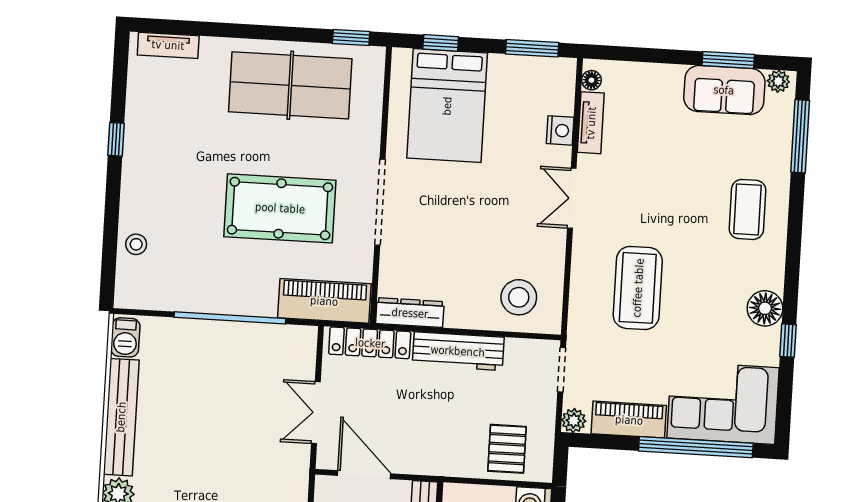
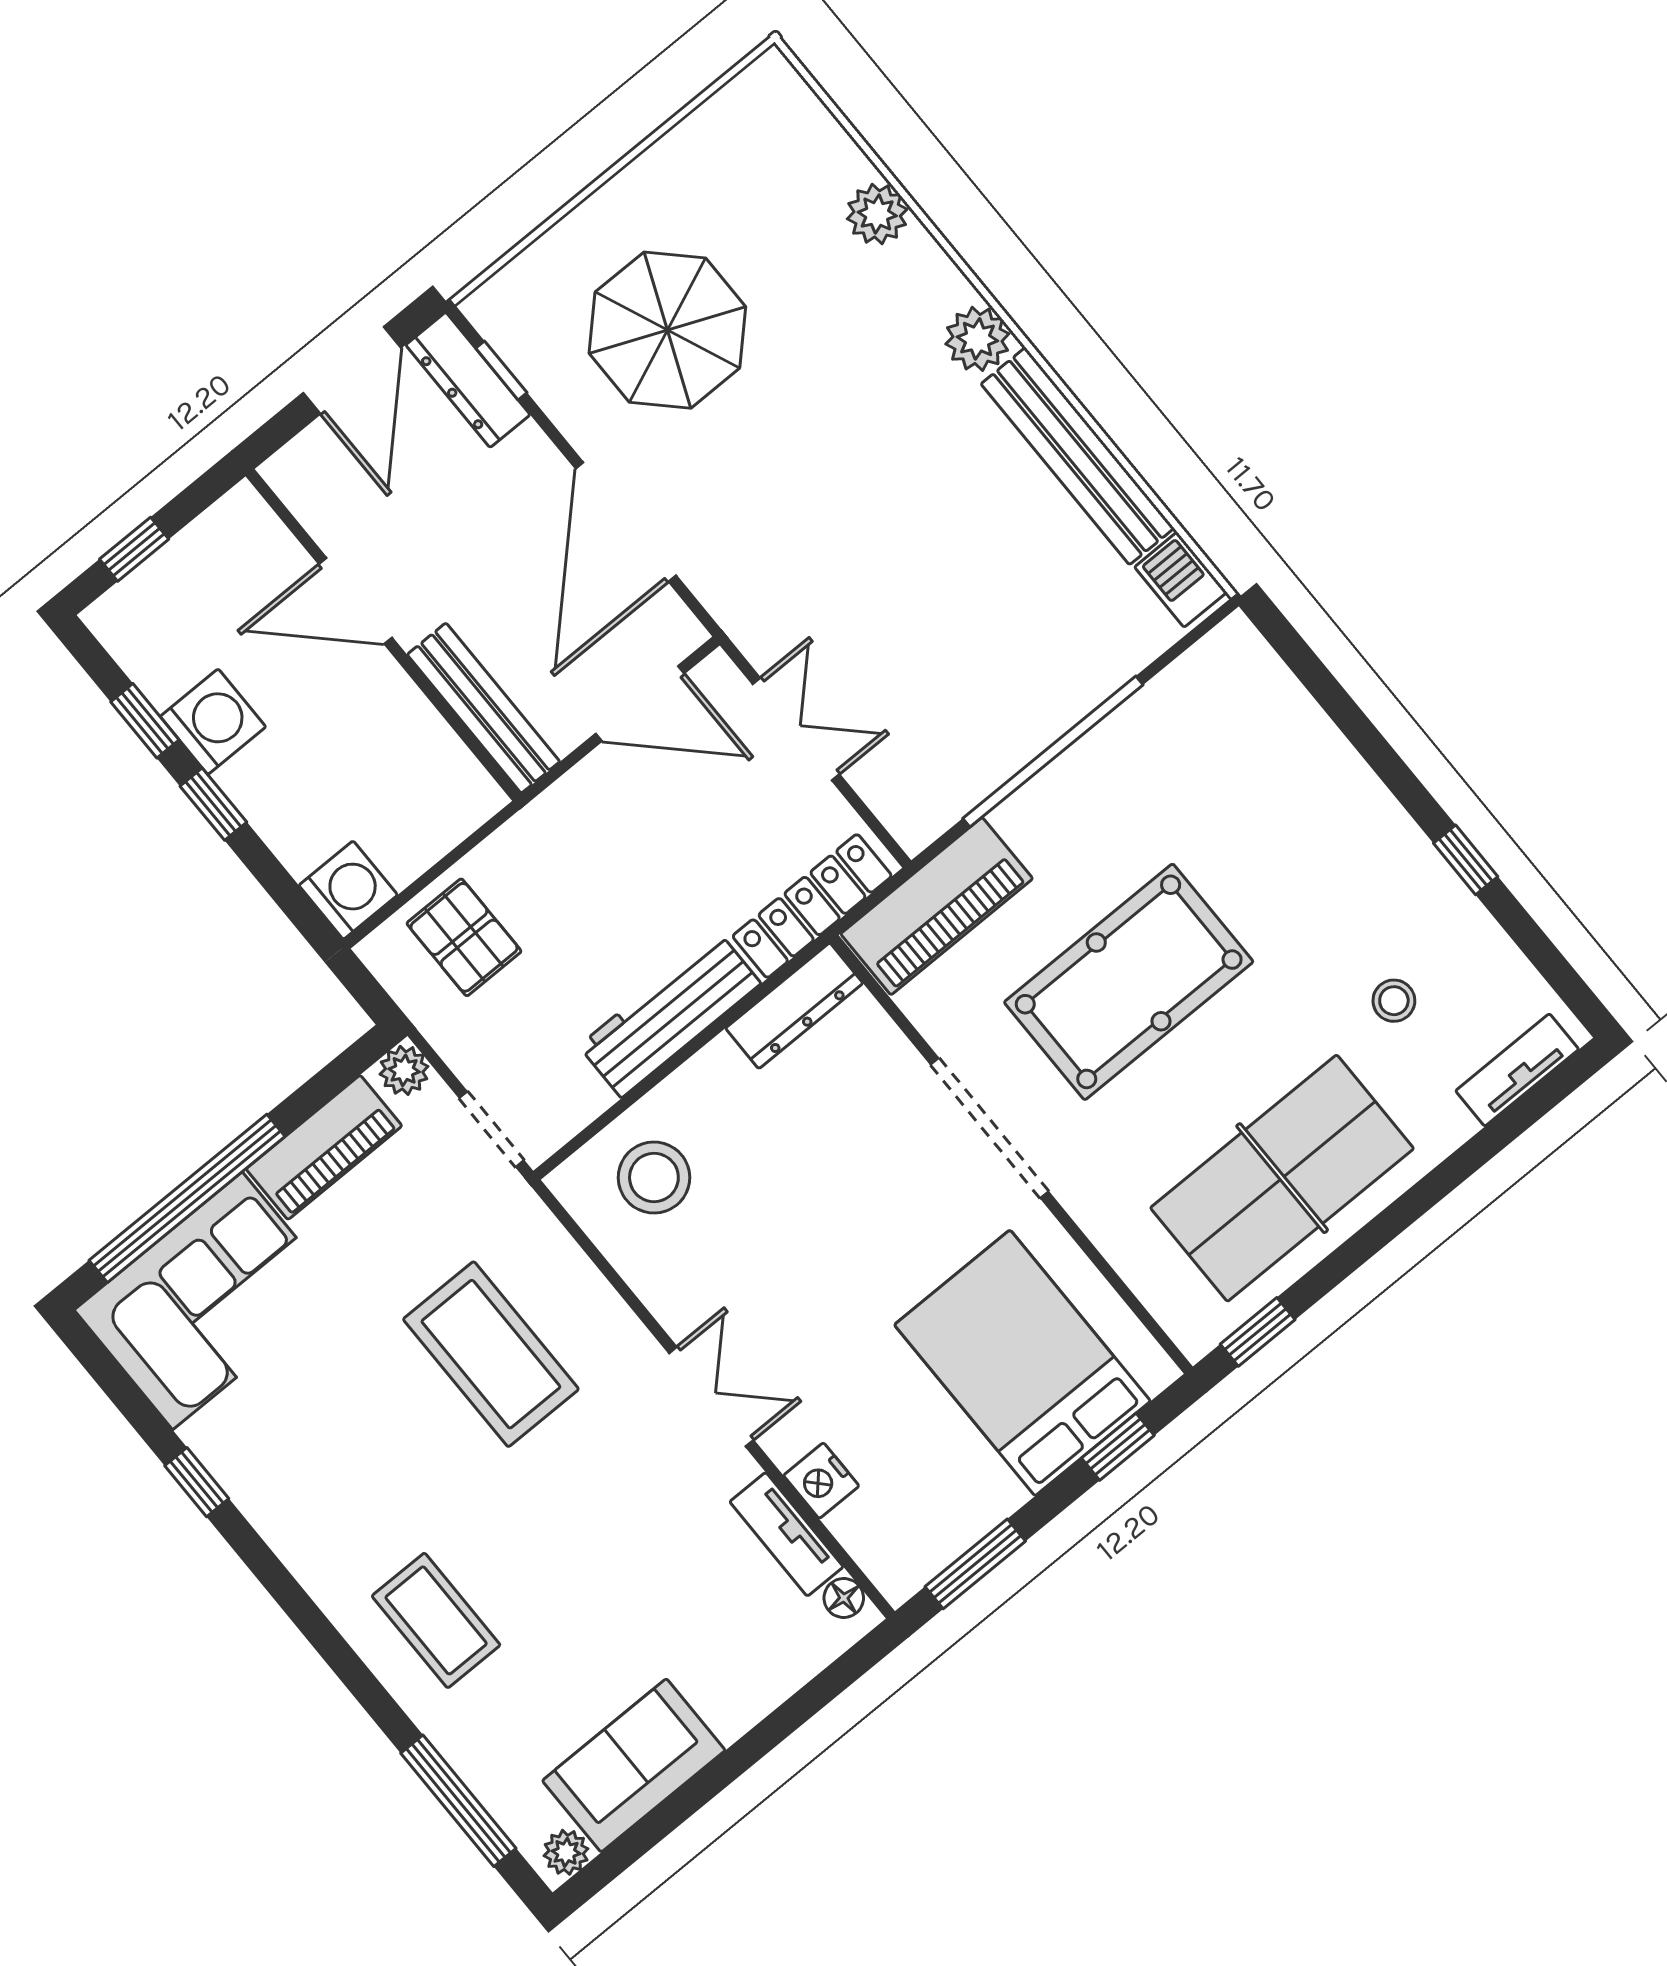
window: (728, 60) -> (669, 1815), removed
stool: (136, 244) -> (1394, 1001), moved
floor lamp: (765, 308) -> (275, 1498), removed

